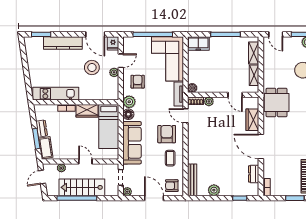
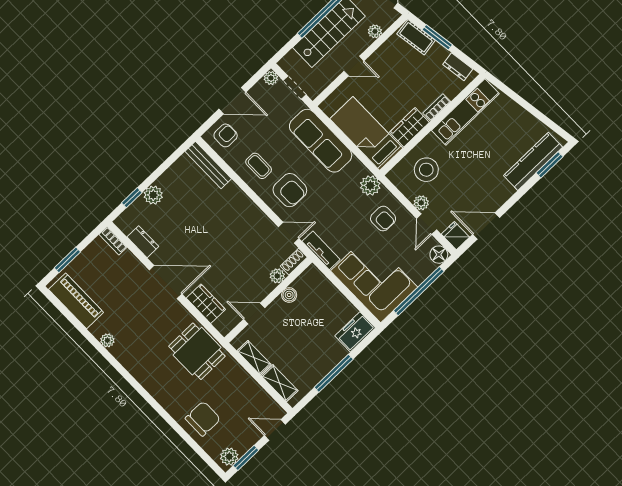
kitchen counter: (63, 43) -> (533, 161), moved
stool: (92, 67) -> (426, 170), moved
boiler: (192, 88) -> (289, 295), moved
floor lamp: (128, 114) -> (439, 255), moved
dresser: (42, 129) -> (458, 67), moved
plant: (214, 190) -> (153, 195), moved

